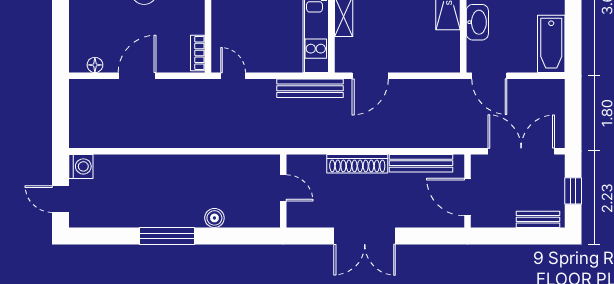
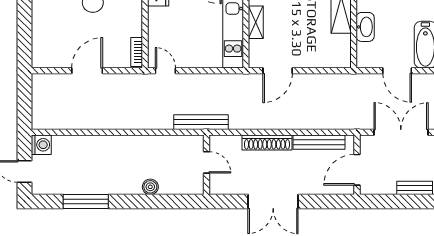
floor lamp: (95, 65) -> (53, 62), removed
door: (489, 76) -> (397, 71), moved
bench: (310, 88) -> (201, 122), moved
door: (467, 197) -> (357, 170), hinge flipped
window: (167, 236) -> (86, 202), moved

